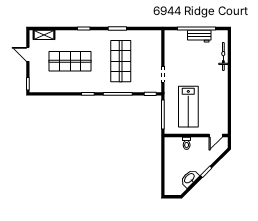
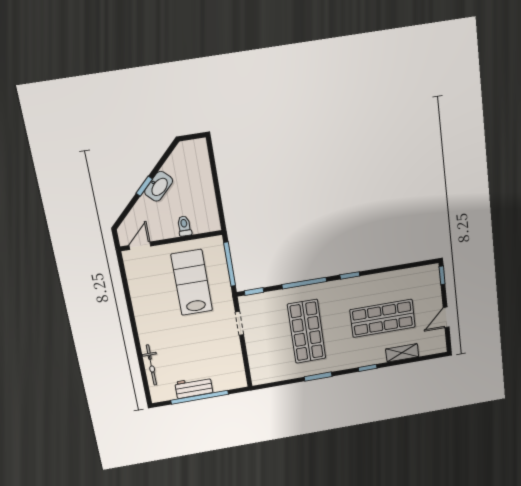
shelving: (44, 35) -> (402, 353), moved
door: (28, 54) -> (446, 317), swing flipped
washbasin: (190, 178) -> (159, 186), moved

